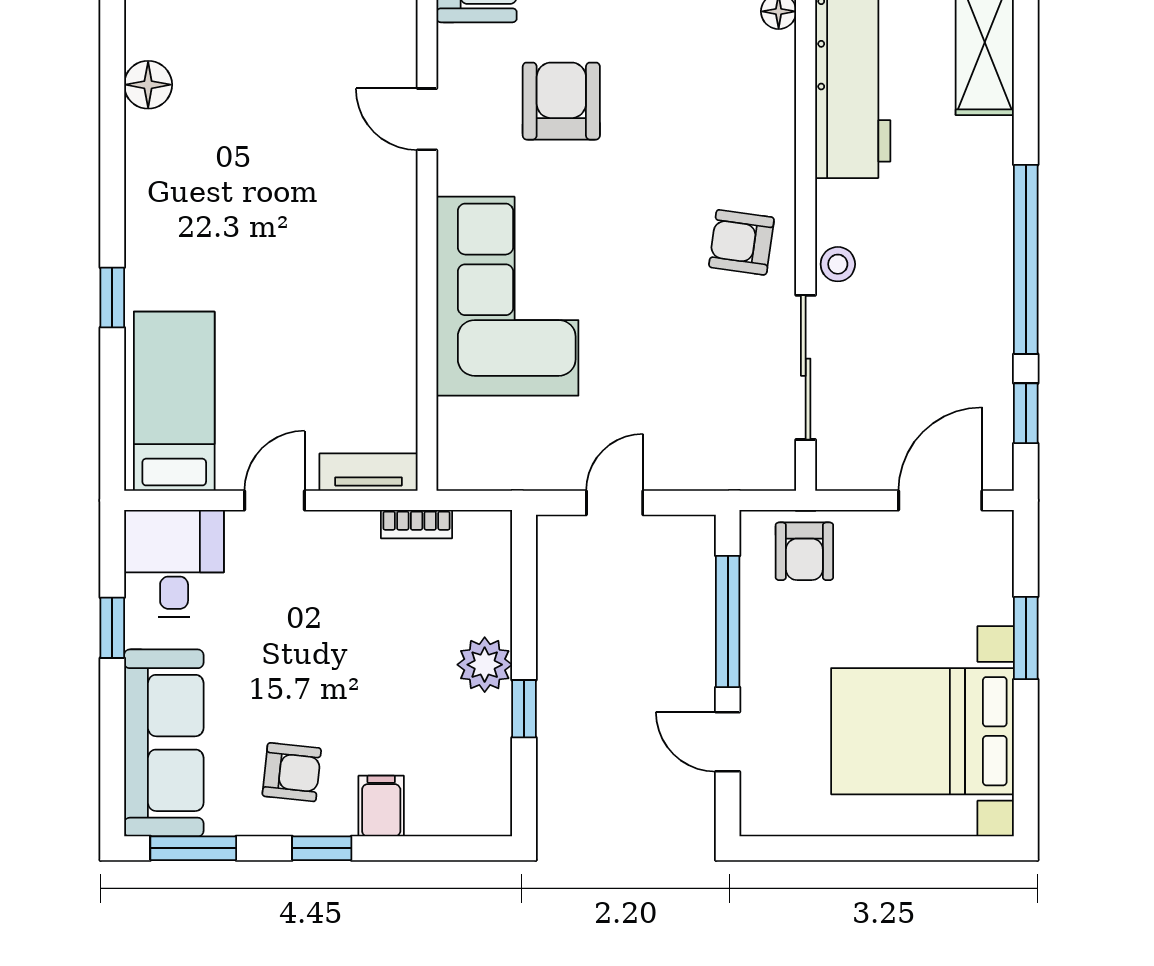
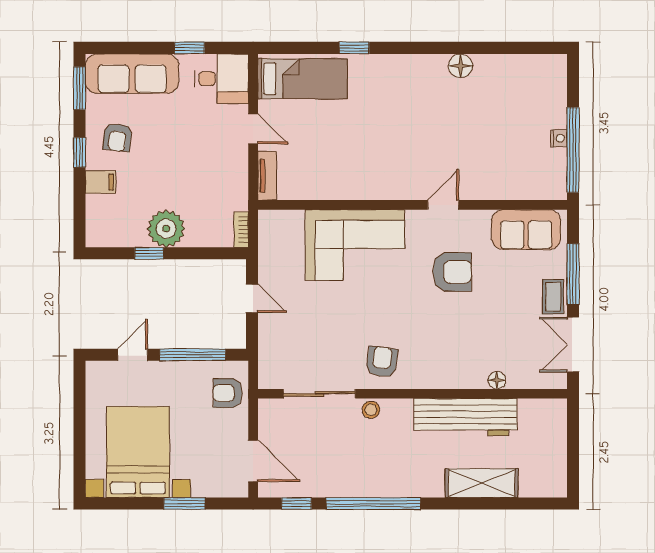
bookcase: (417, 524) -> (241, 230), moved
plant: (485, 665) -> (166, 229), width x1.36, depth x1.36

